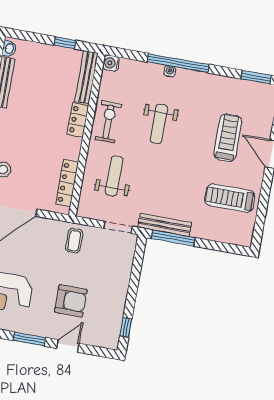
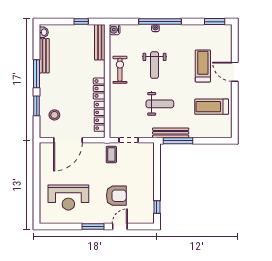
locker: (78, 120) -> (99, 88), moved
weight bench: (114, 176) -> (160, 104), moved, turned 90
doorway: (118, 227) -> (129, 140), moved

